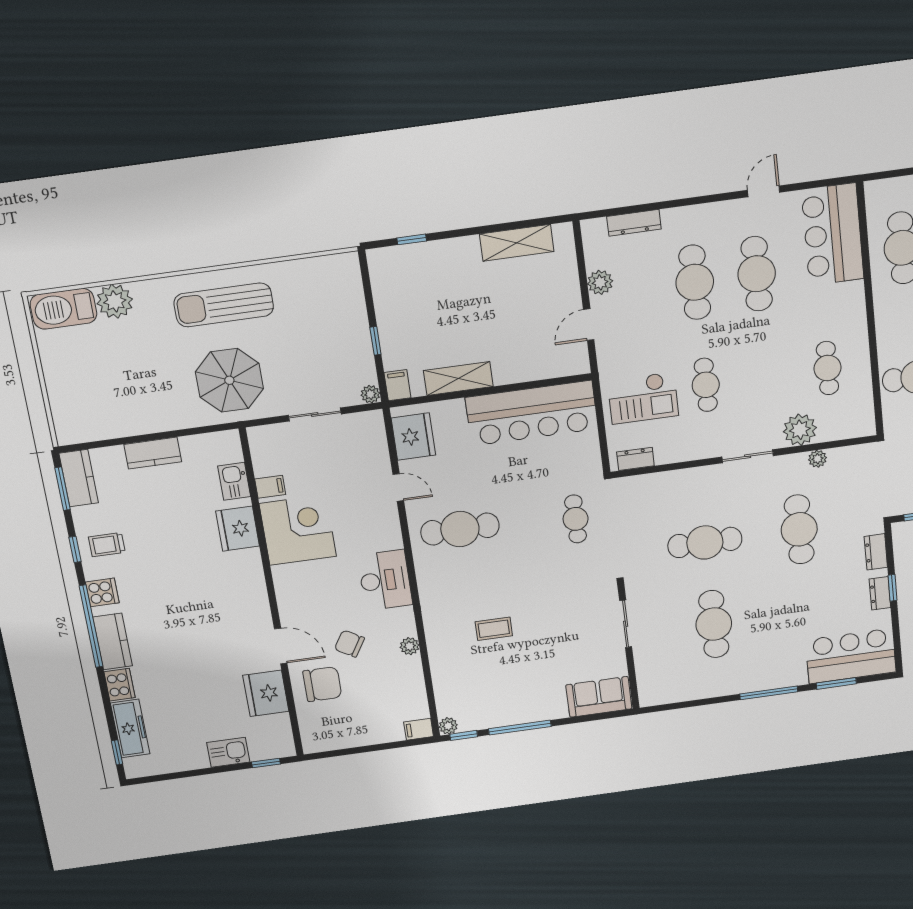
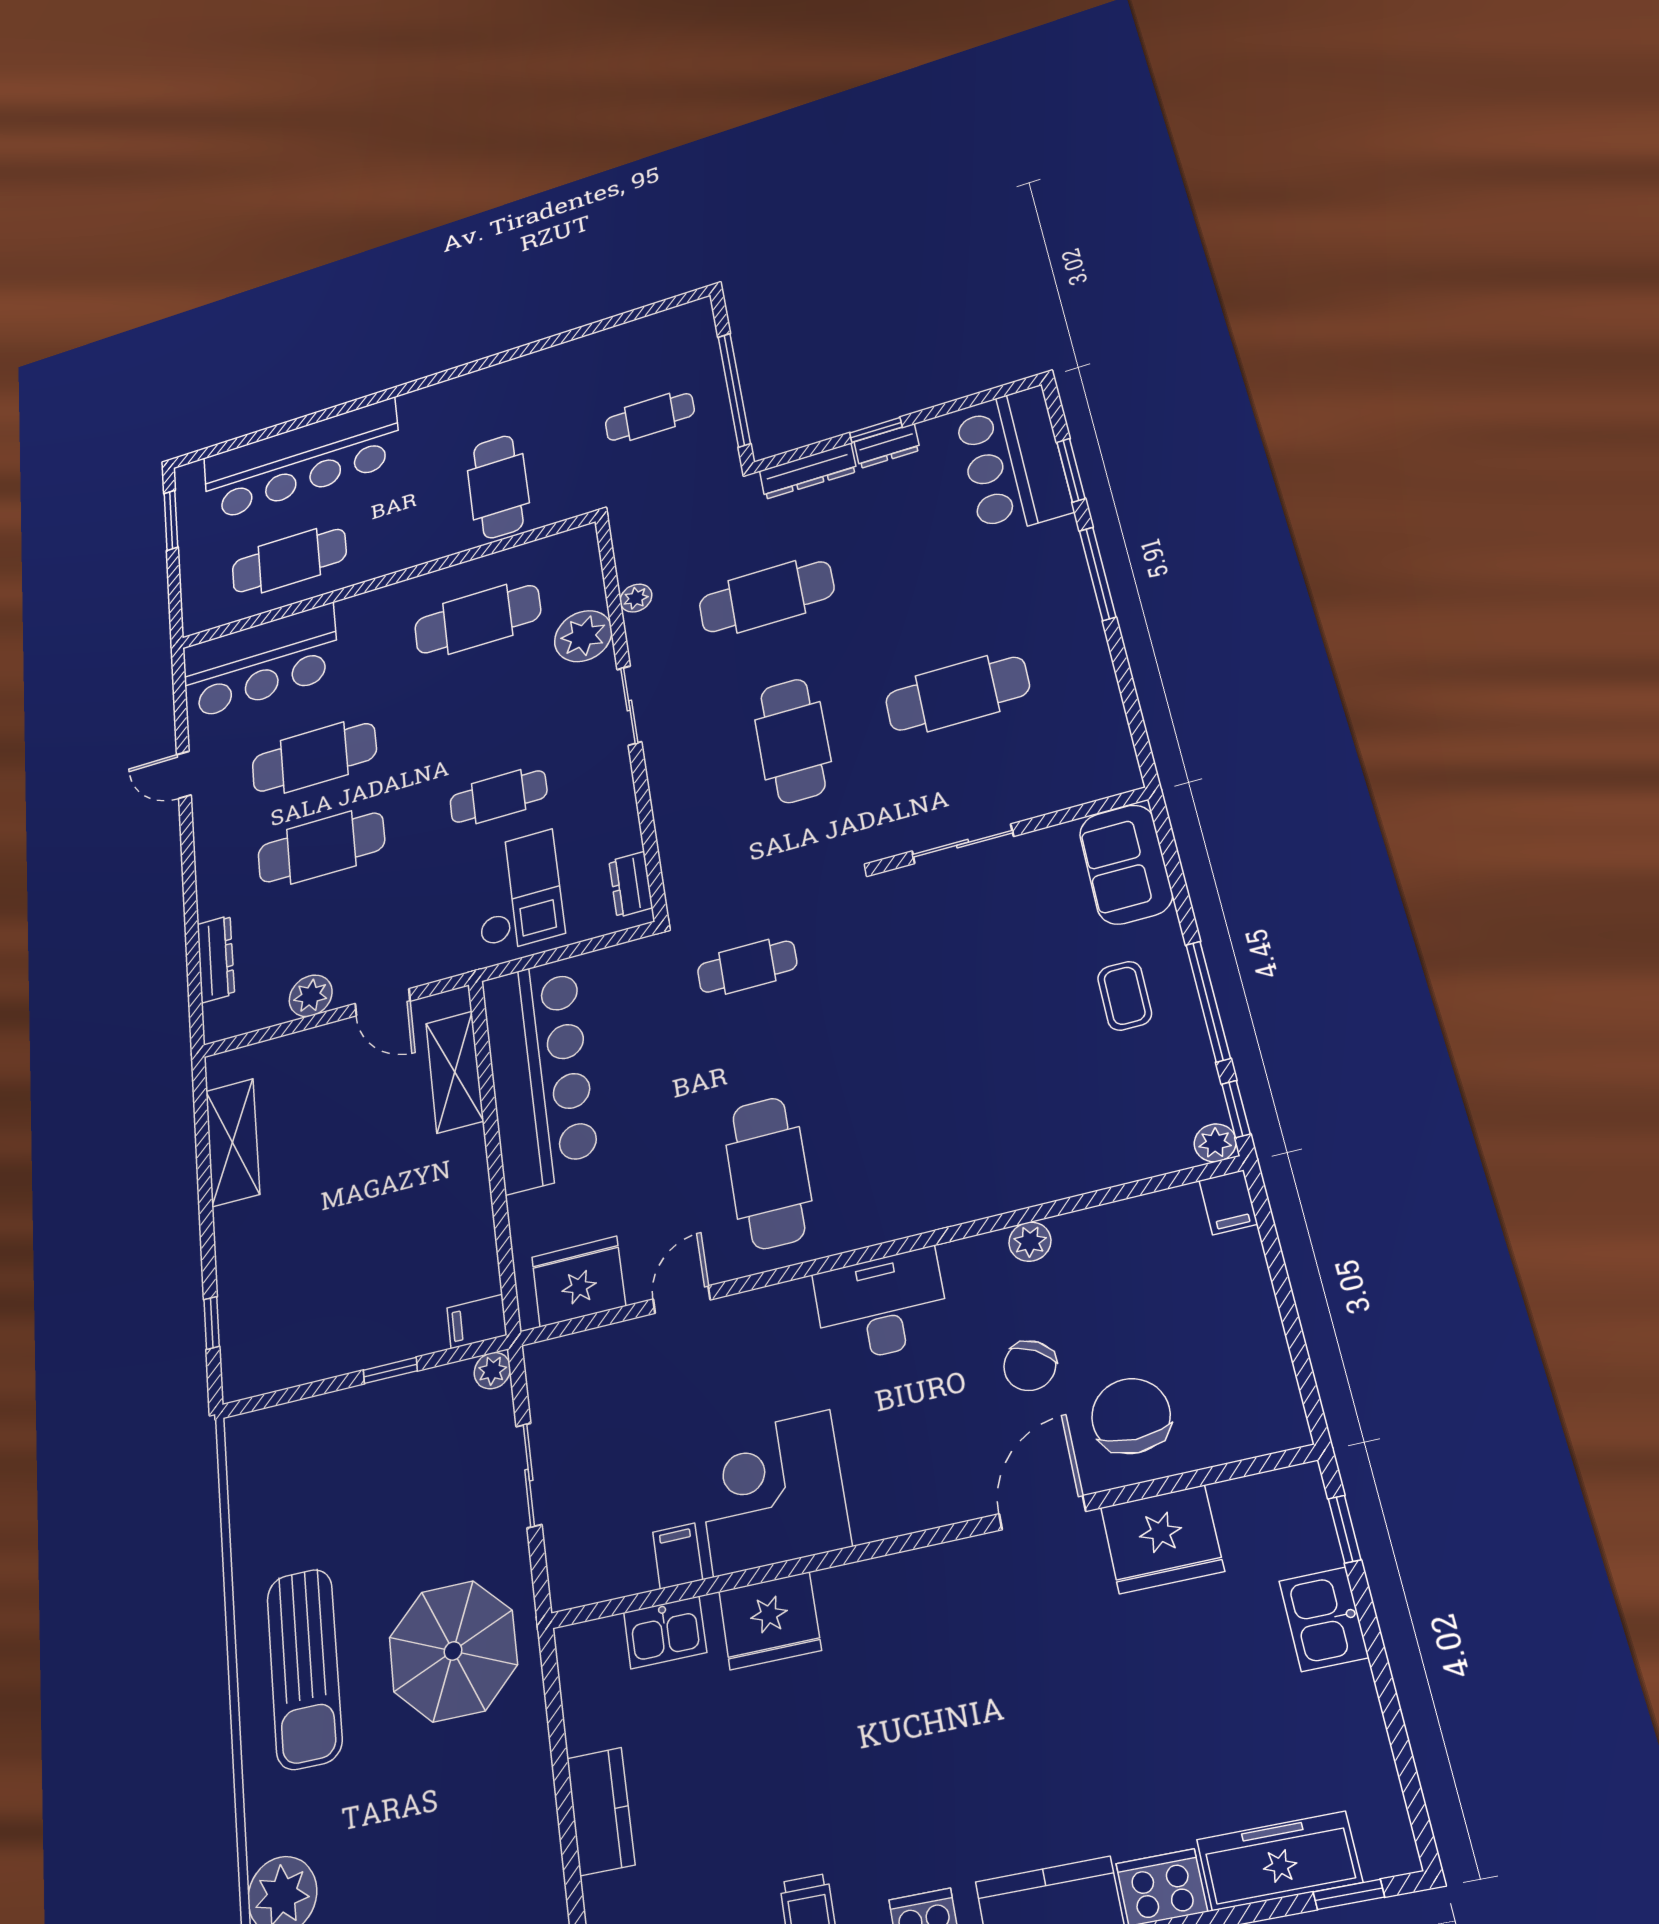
cafe table: (828, 368) -> (478, 619), width x1.37, depth x1.35
shelving: (458, 378) -> (455, 1072), moved
dresser: (876, 552) -> (808, 471), width x1.44
coffee table: (494, 629) -> (1125, 996), moved

